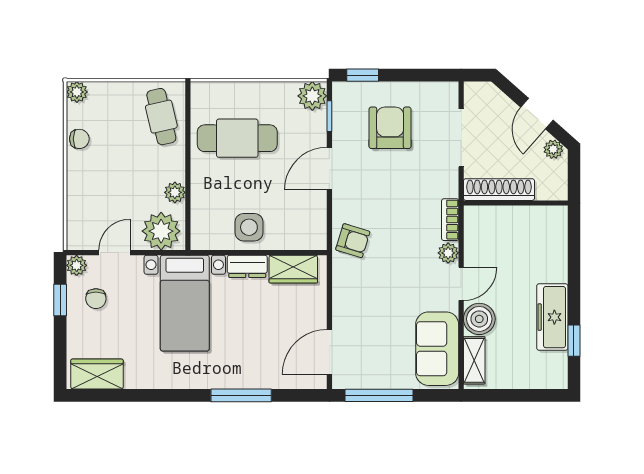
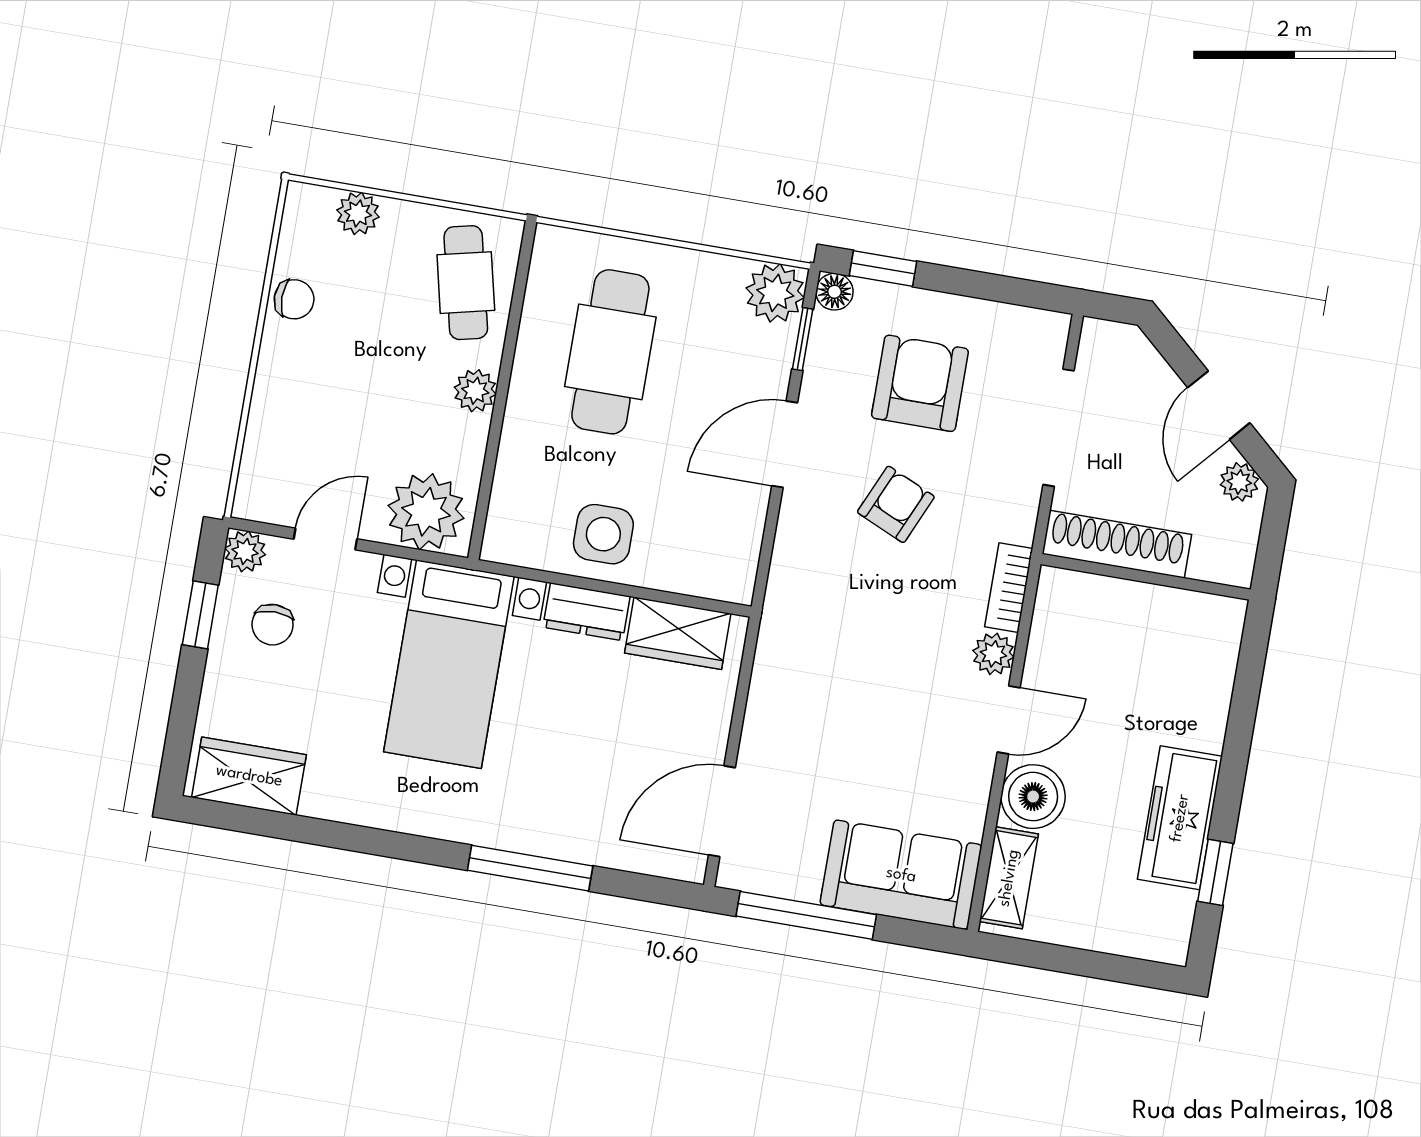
floor lamp: (341, 90) -> (835, 292), added
plant: (77, 92) -> (358, 213), moved
cafe table: (237, 138) -> (610, 352), turned 90
plant: (175, 192) -> (475, 391), moved
armchair: (353, 241) -> (896, 504), moved, turned -83
sofa: (437, 349) -> (901, 875), moved, turned 90

